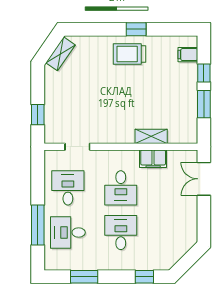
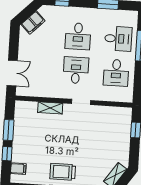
trolley: (129, 54) -> (63, 172), turned 180
doorway: (77, 147) -> (81, 102), moved
filing cabinet: (153, 159) -> (33, 23), moved, turned 135

